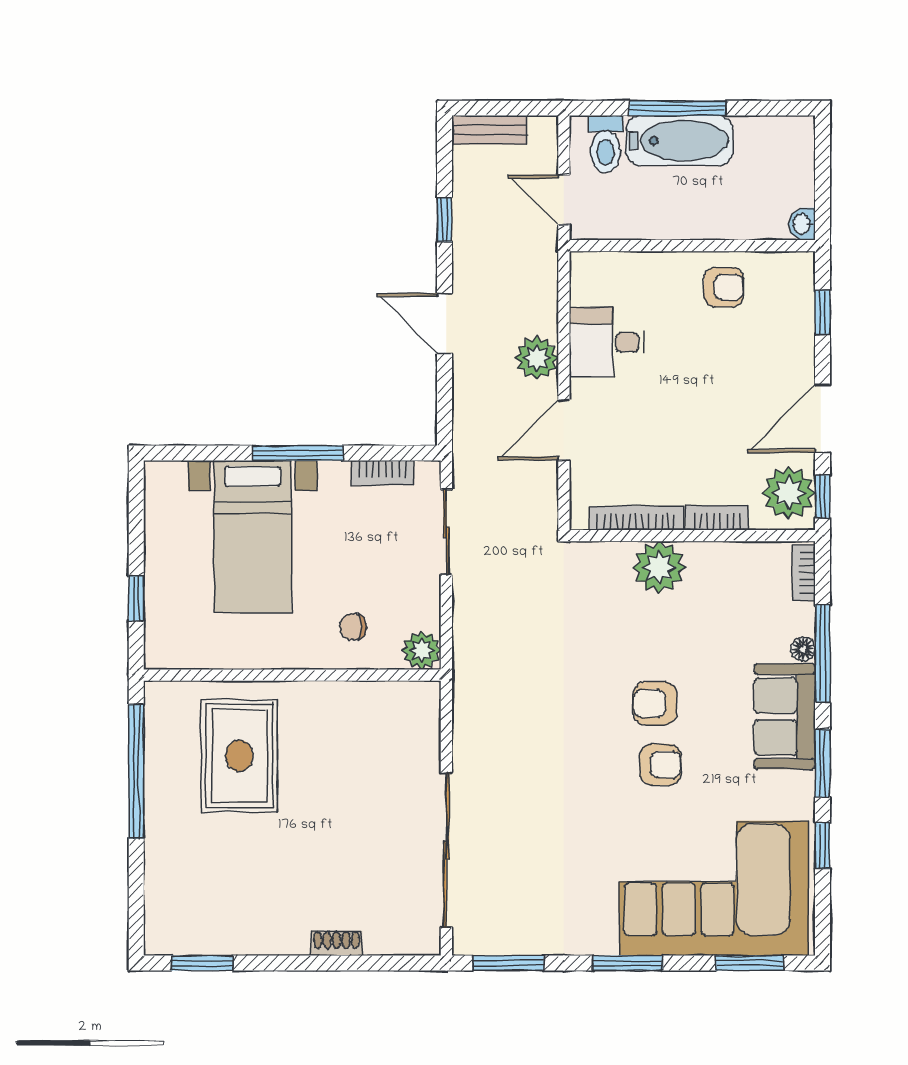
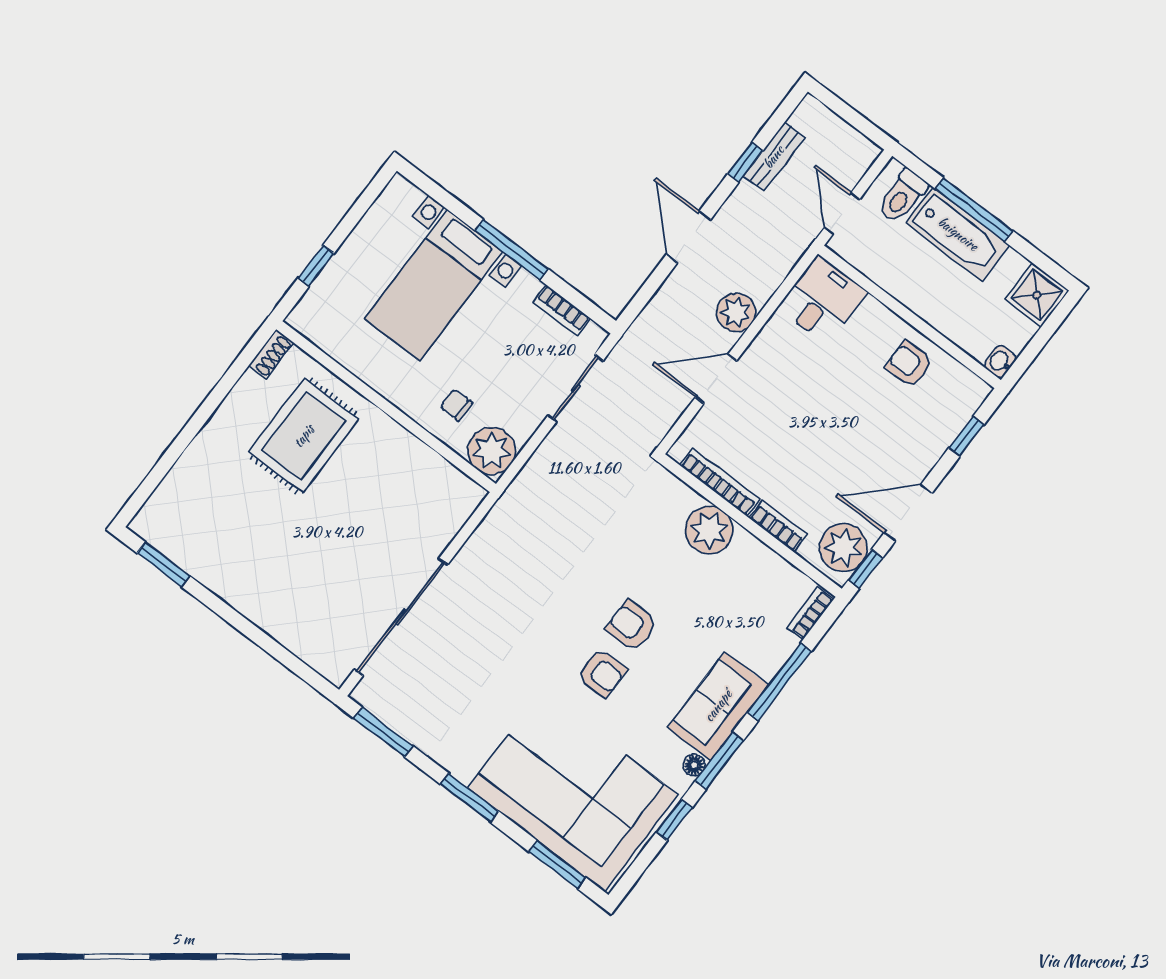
bench: (490, 130) -> (774, 157), moved, turned 90
shower: (790, 141) -> (1037, 295), added
armchair: (724, 287) -> (909, 364), turned 180
desk: (607, 342) -> (822, 300), moved, turned 90
floor lamp: (803, 649) -> (694, 765), moved
plant: (422, 650) -> (492, 451), width x1.36, depth x1.36
window: (136, 771) -> (221, 390), removed
shoe rack: (337, 943) -> (271, 354), moved, turned 90

